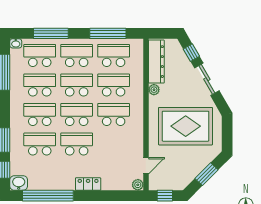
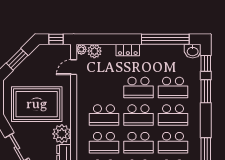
plant: (154, 90) -> (62, 134), width x1.87, depth x1.87
plant: (124, 183) -> (94, 51), added

